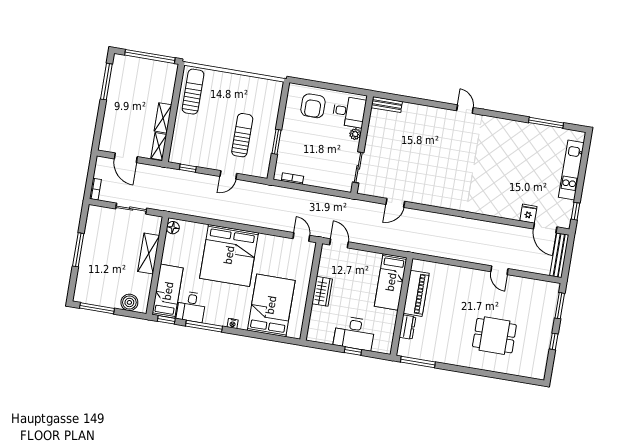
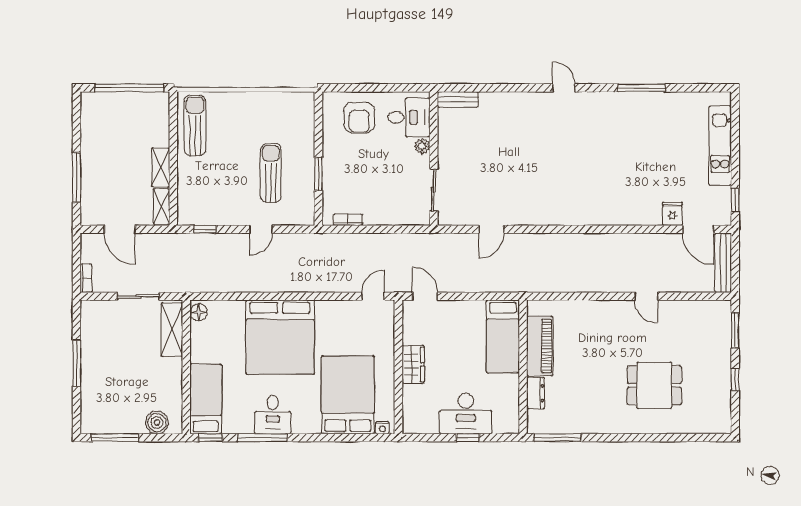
window: (106, 82) -> (77, 177), moved
window: (546, 123) -> (642, 88), moved
door: (301, 237) -> (373, 296), hinge flipped
shelving: (149, 254) -> (172, 330), moved
desk: (191, 307) -> (273, 415), moved
nightstand: (233, 324) -> (382, 428), moved

